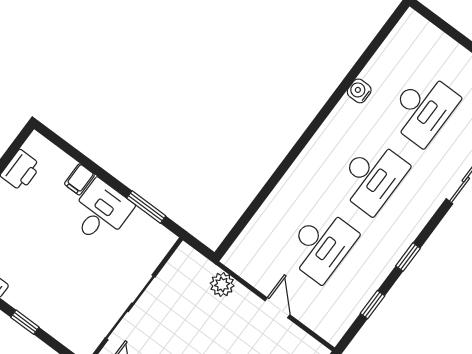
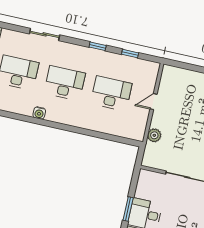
water cooler: (359, 91) -> (39, 113), moved
window: (146, 207) -> (128, 209), moved

